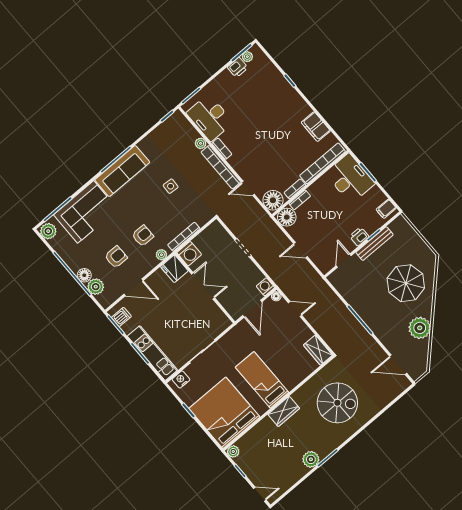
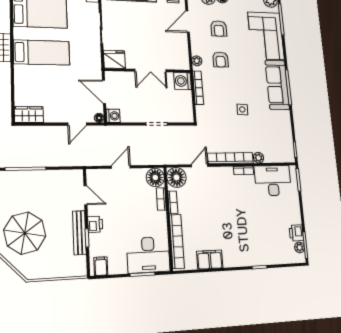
fridge: (174, 269) -> (114, 59), moved

